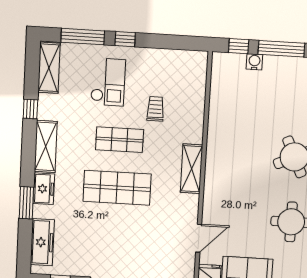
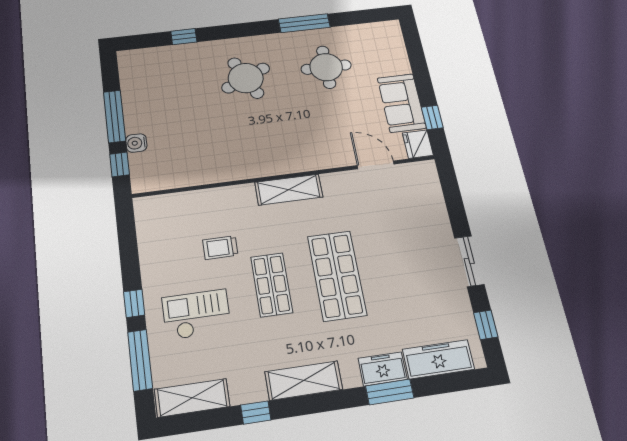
freezer: (44, 189) -> (383, 369), moved

